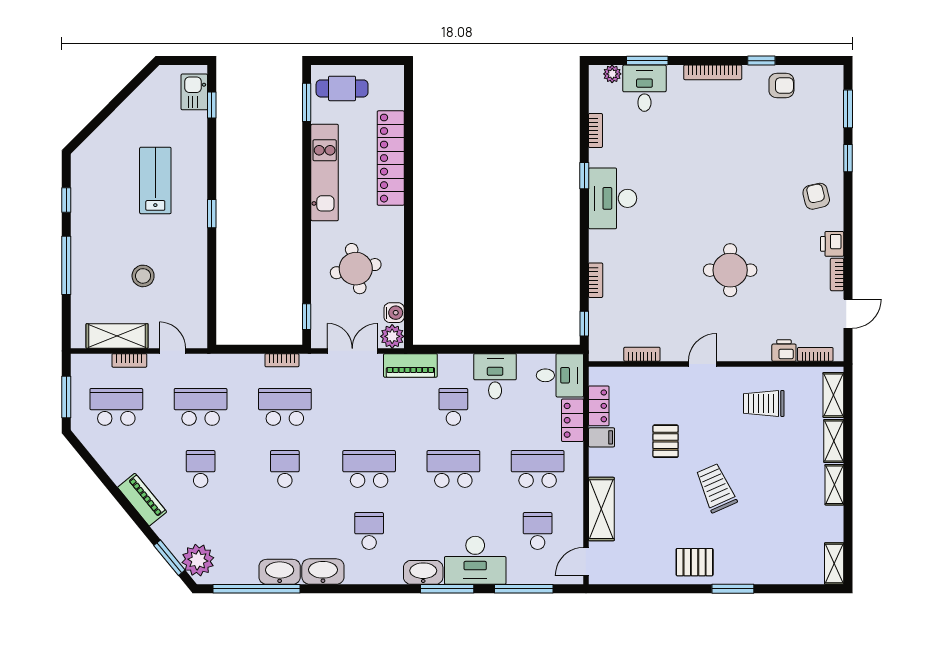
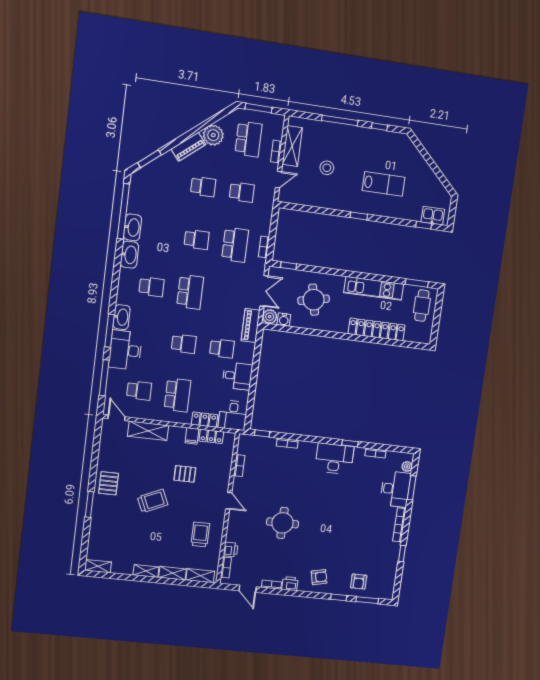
armchair: (781, 85) -> (359, 582), moved
desk: (644, 88) -> (395, 489), width x1.37
school desk: (201, 407) -> (242, 192), width x0.54
school desk: (453, 469) -> (184, 344), width x0.54
plant: (198, 560) -> (213, 135), moved

